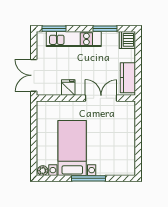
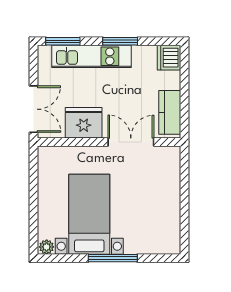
window: (105, 29) -> (120, 41), moved
double door: (34, 75) -> (34, 109), swing flipped
fridge: (68, 88) -> (84, 123), width x1.88, depth x1.34

